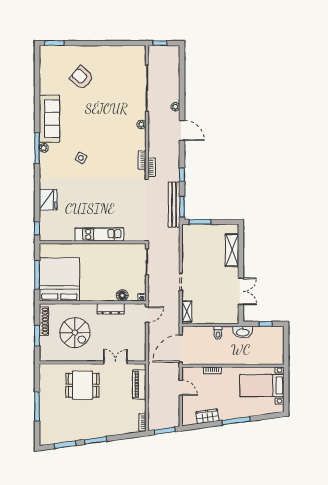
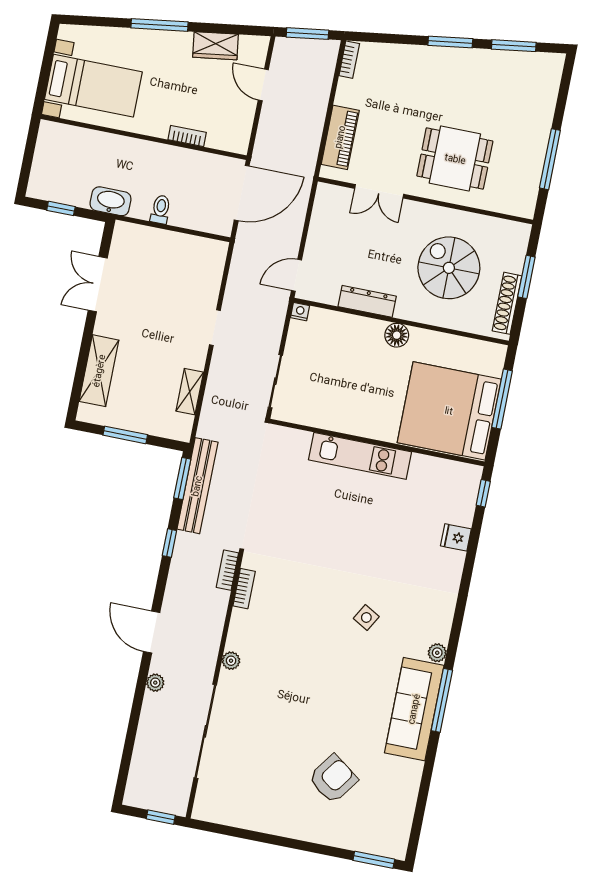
armchair: (81, 78) -> (333, 779), turned -96
window: (37, 148) -> (442, 700), moved
fridge: (48, 200) -> (456, 537), width x0.53, depth x0.75
window: (200, 222) -> (125, 435), moved
bed: (59, 279) -> (449, 411), moved, turned 90
floor lamp: (122, 295) -> (397, 335), moved
shelving: (187, 311) -> (190, 392), moved
door: (181, 388) -> (263, 85), moved
window: (37, 406) -> (550, 159), moved

